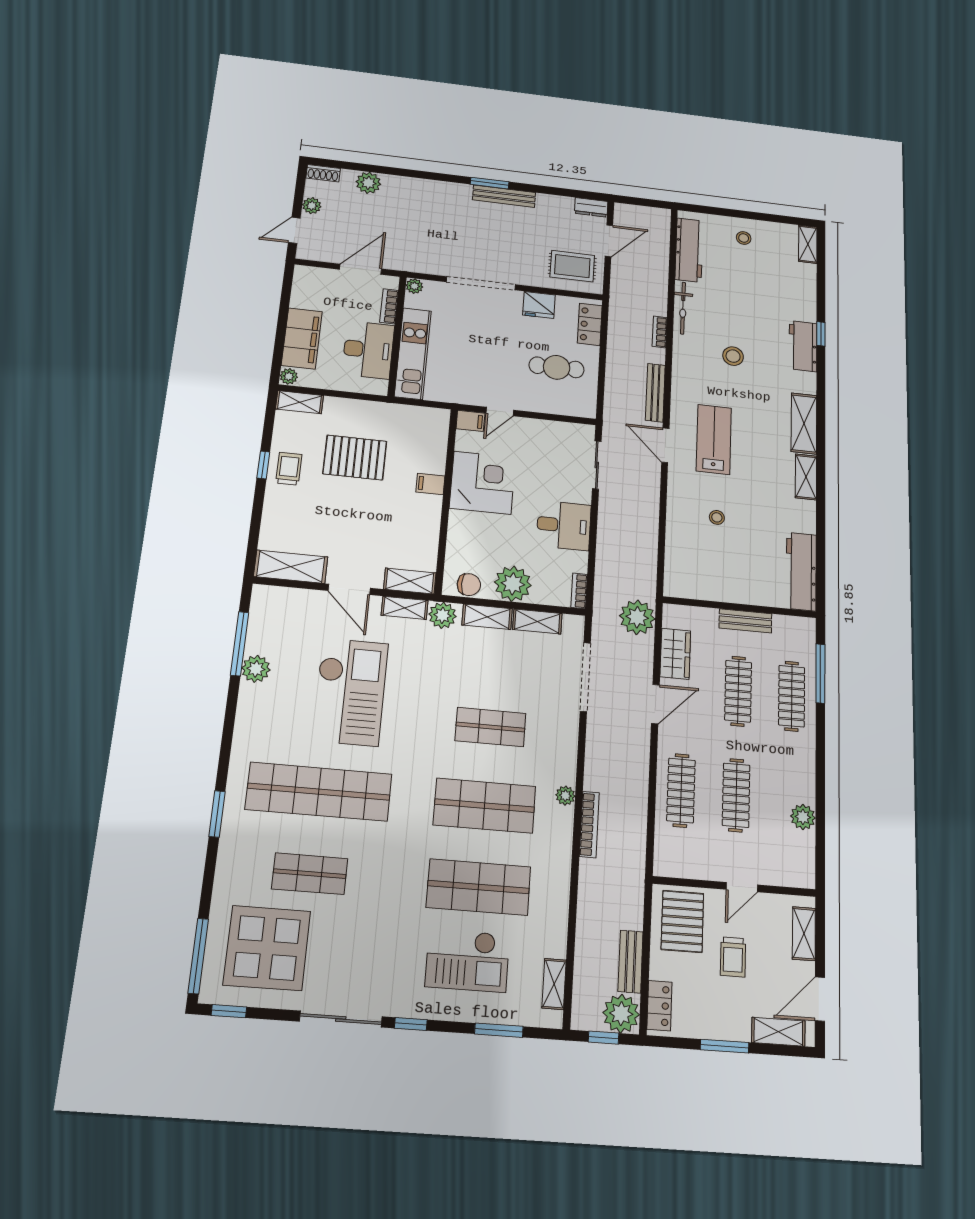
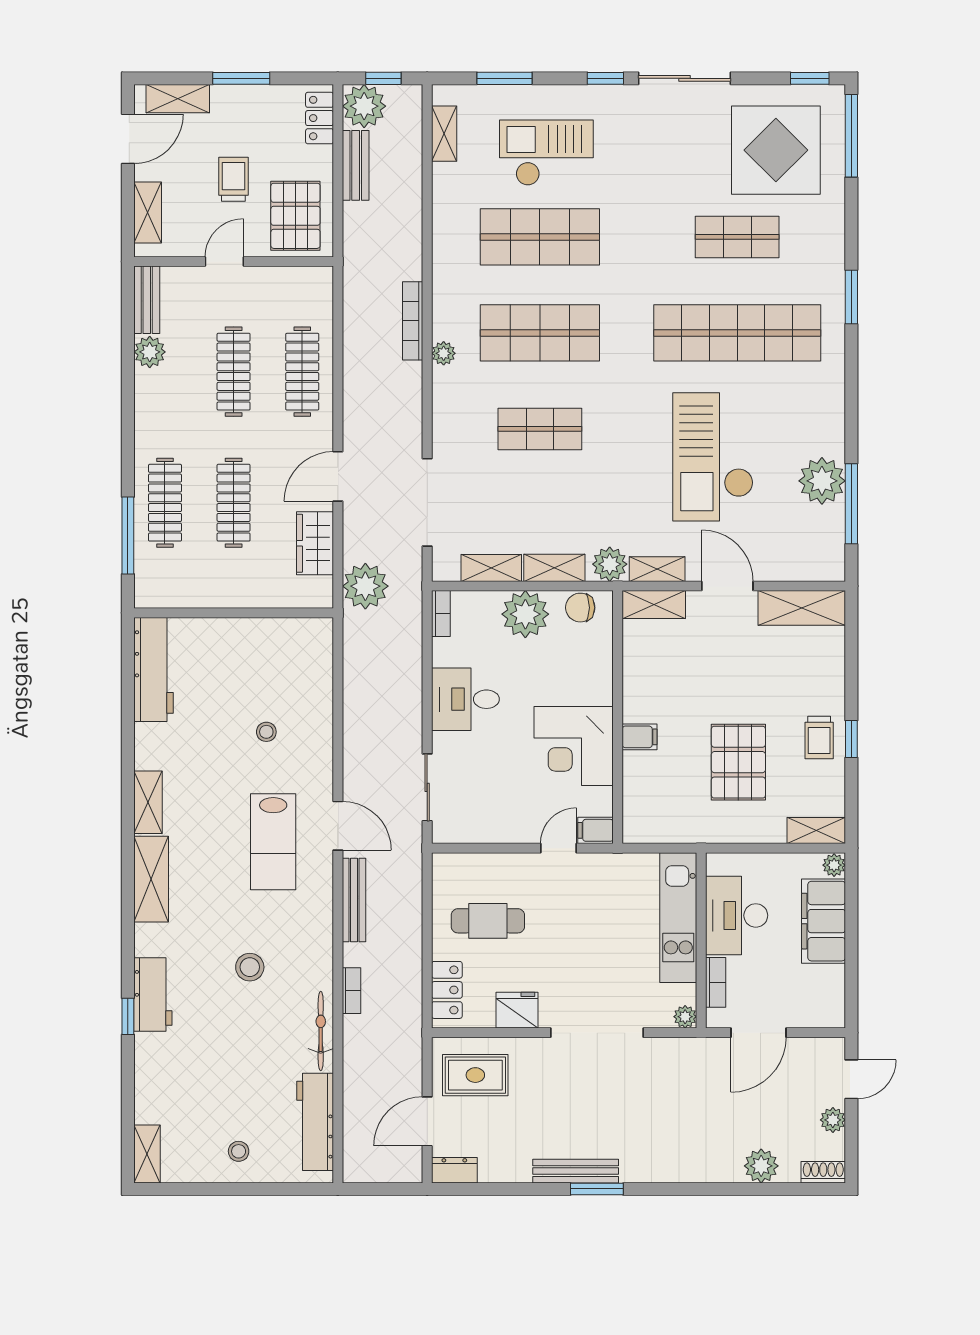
pallet: (355, 458) -> (738, 762), turned 90
bench: (745, 621) -> (147, 300), moved, turned 90
plant: (256, 669) -> (822, 481), width x1.36, depth x1.36

